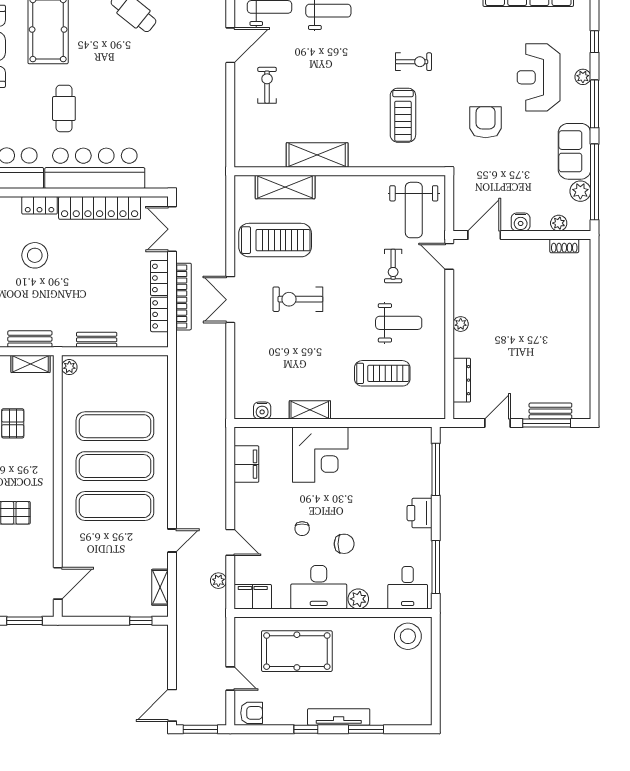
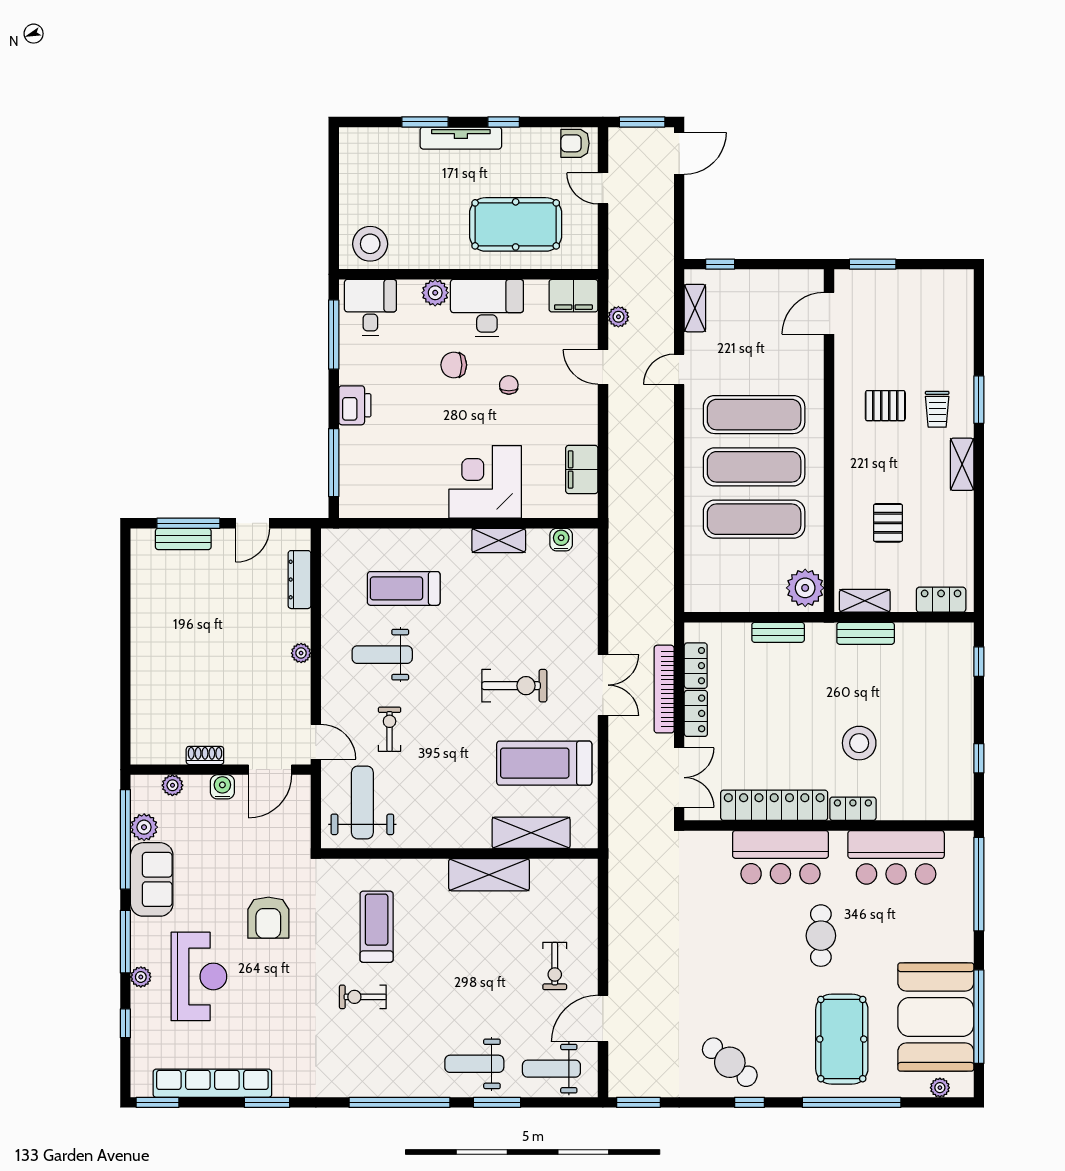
bar counter: (95, 168) -> (780, 857), width x0.73
shoe rack: (564, 246) -> (205, 755), moved
plant: (69, 367) -> (805, 588), width x1.88, depth x1.88

